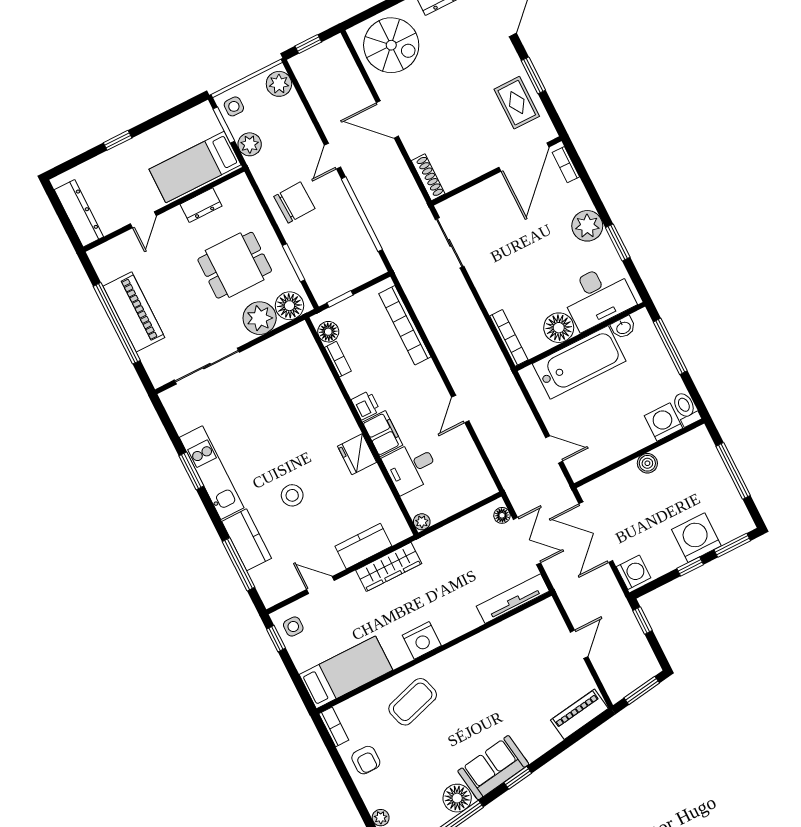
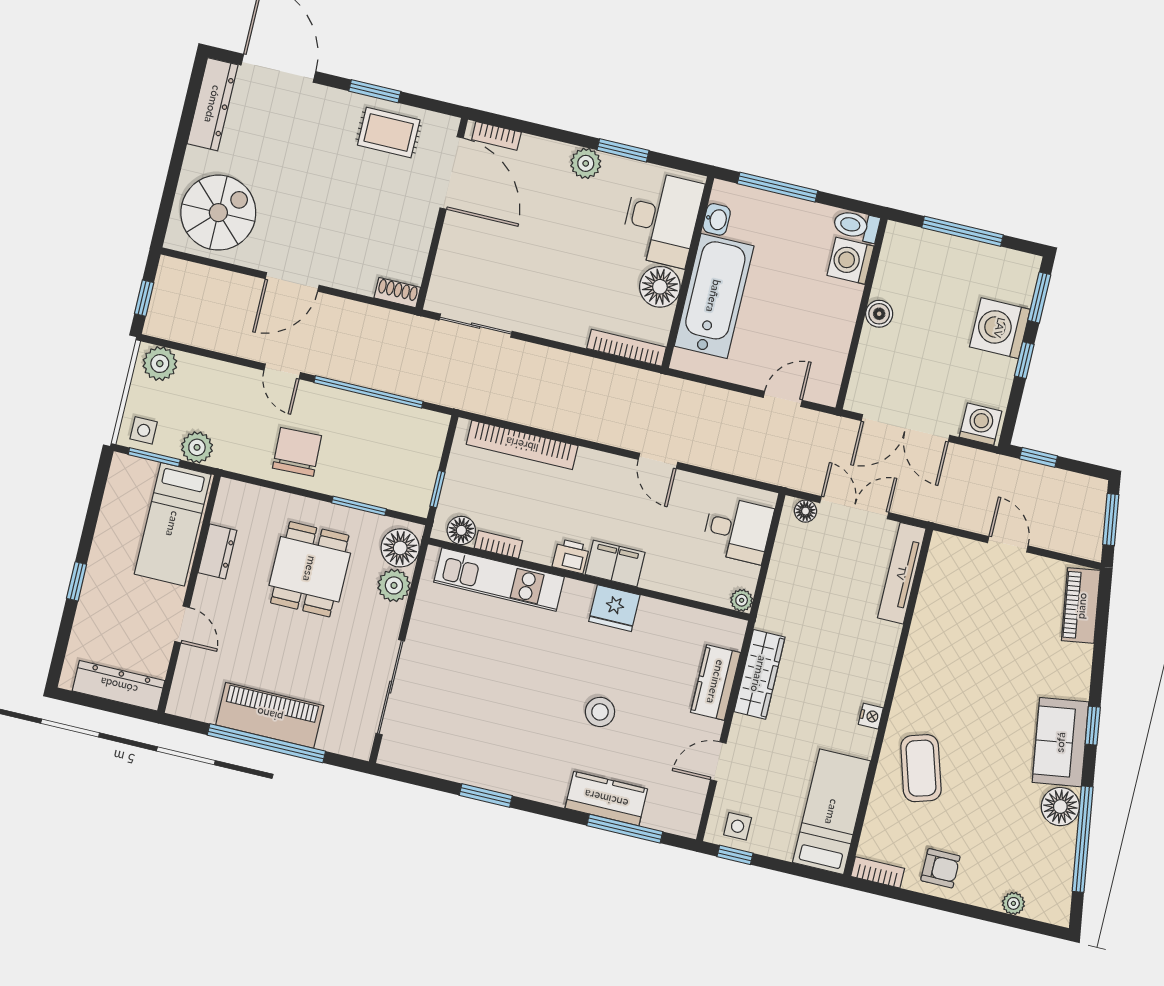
shoe rack: (428, 177) -> (397, 293), width x0.70
plant: (587, 226) -> (586, 163), width x0.73, depth x0.73
plant: (260, 318) -> (394, 585), width x0.73, depth x0.73
desk: (411, 467) -> (738, 530), moved, turned -90
kitchen unit: (212, 473) -> (499, 579), moved, turned 180
nightstand: (422, 640) -> (871, 716), width x0.53, depth x0.56

